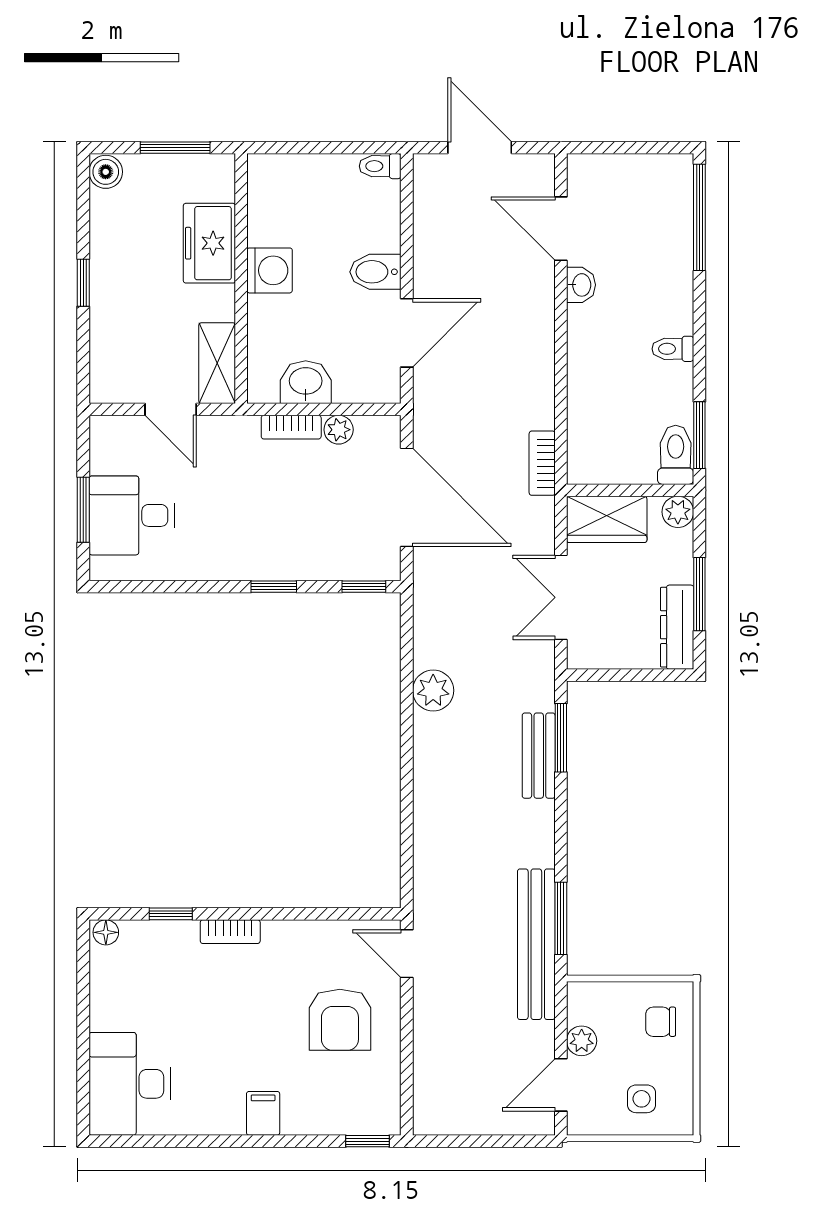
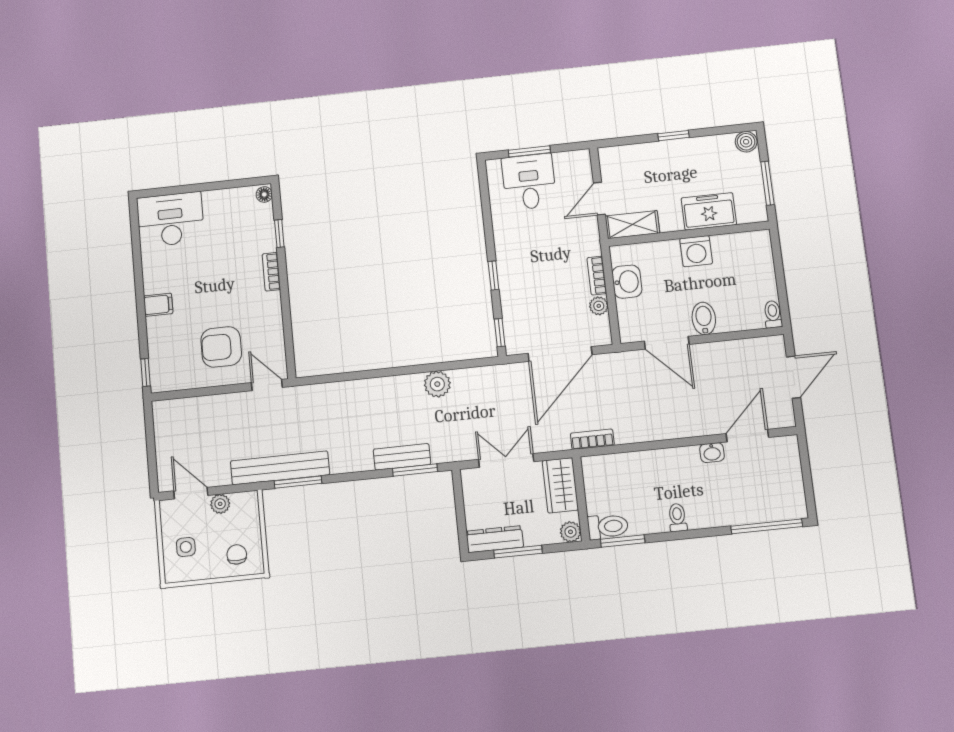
door: (407, 954) -> (267, 385), hinge flipped

